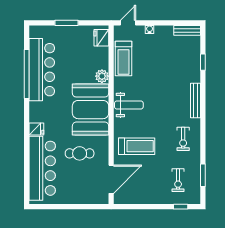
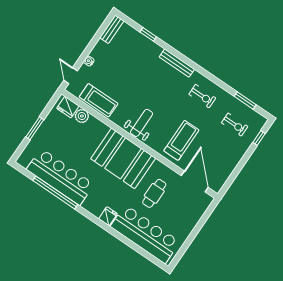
plant: (102, 76) -> (82, 116), moved

